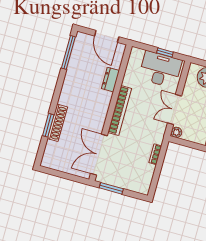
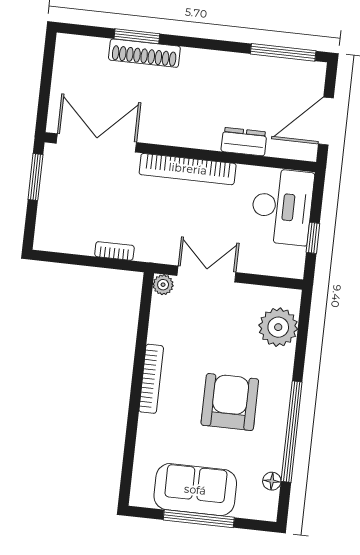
desk: (160, 69) -> (282, 207), moved

